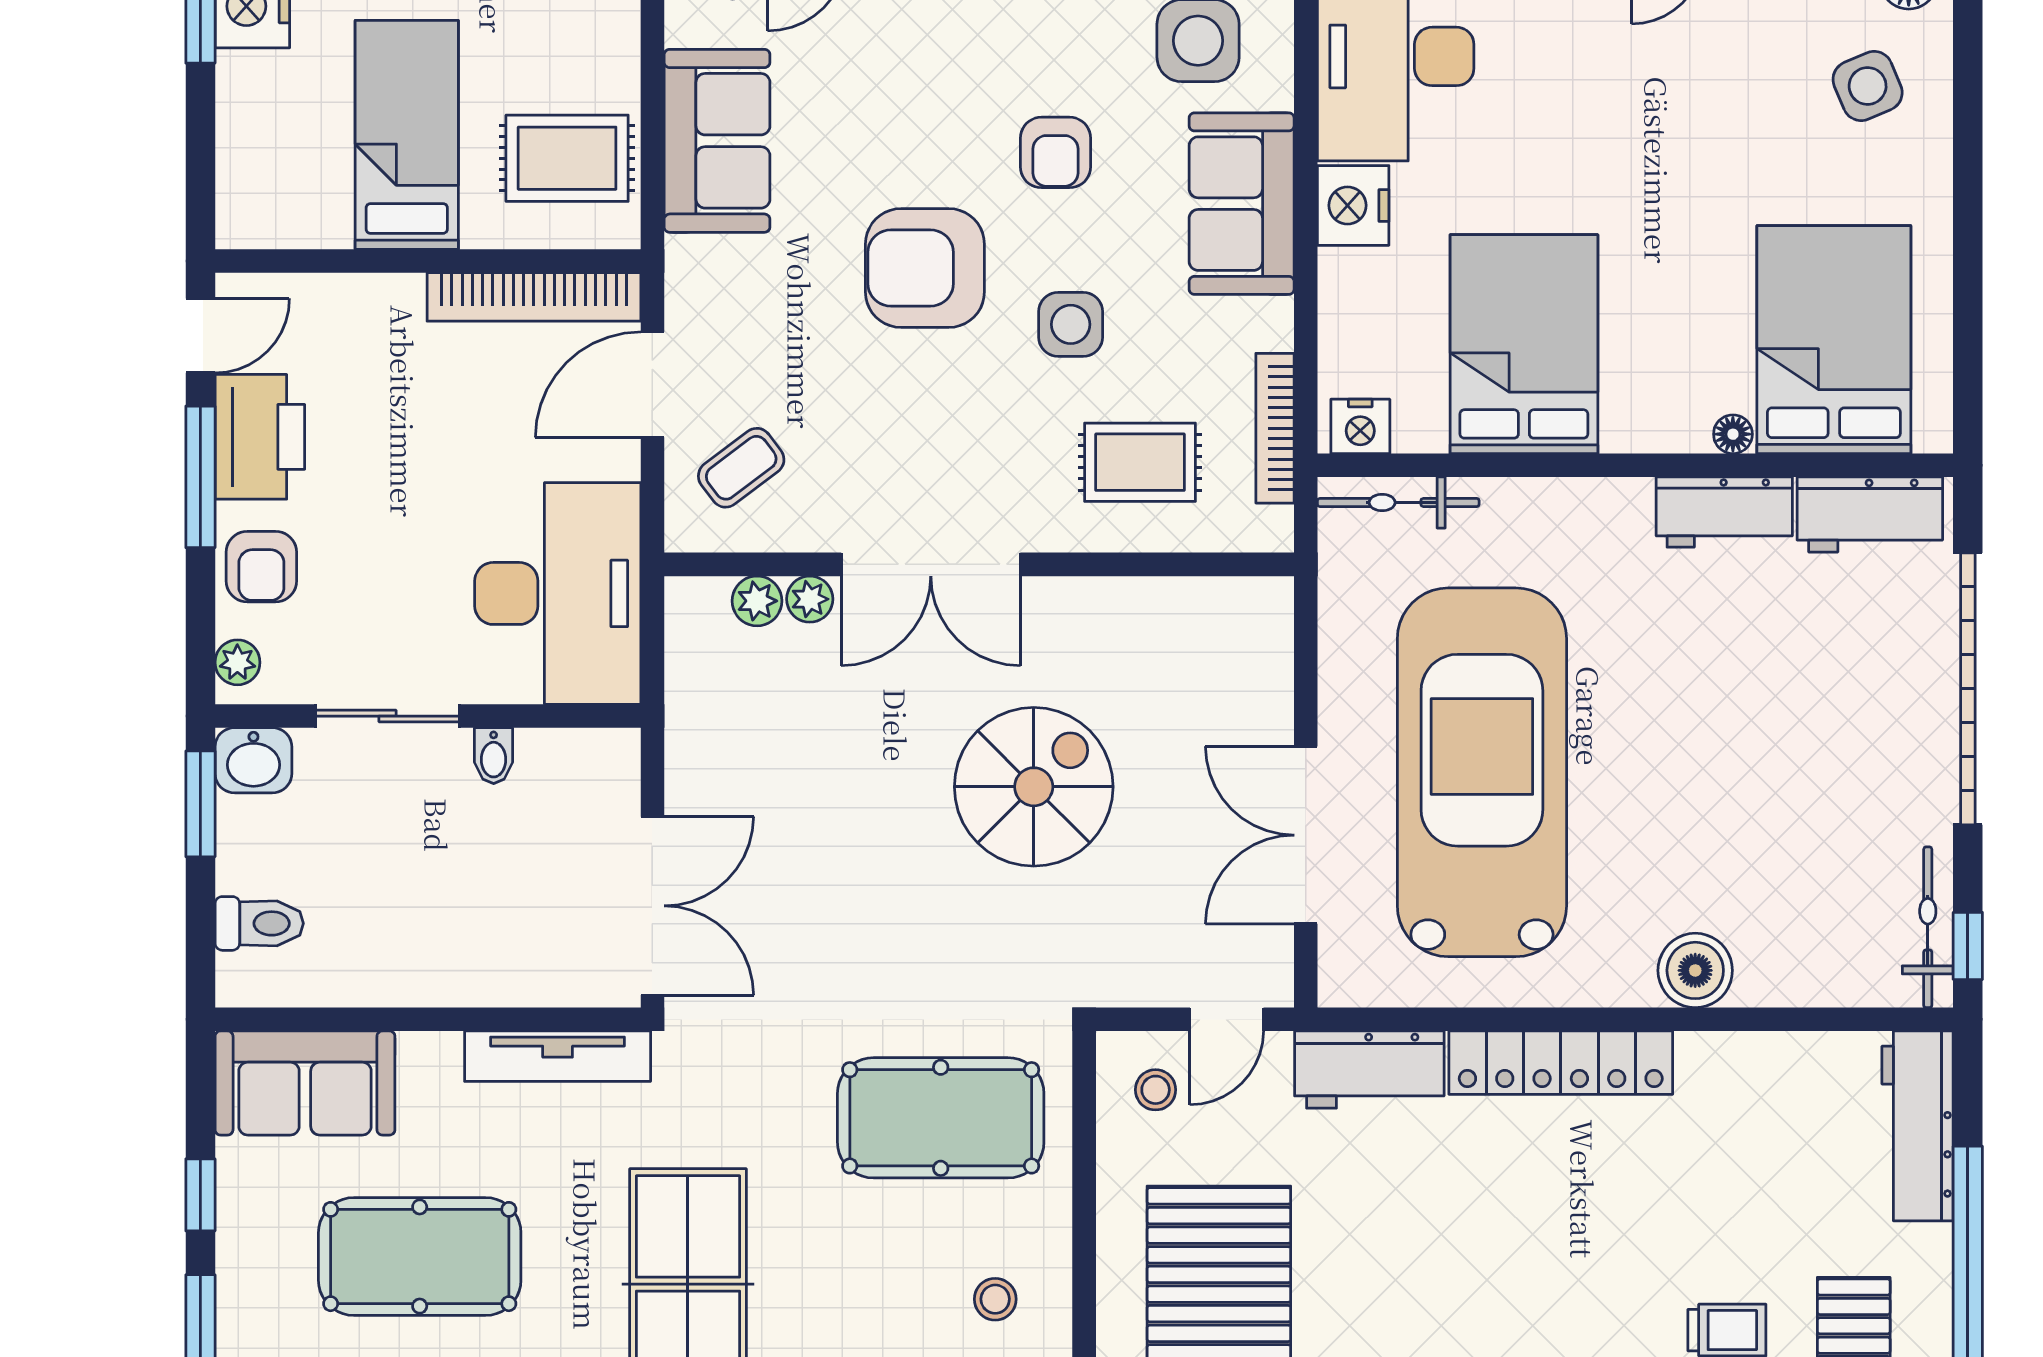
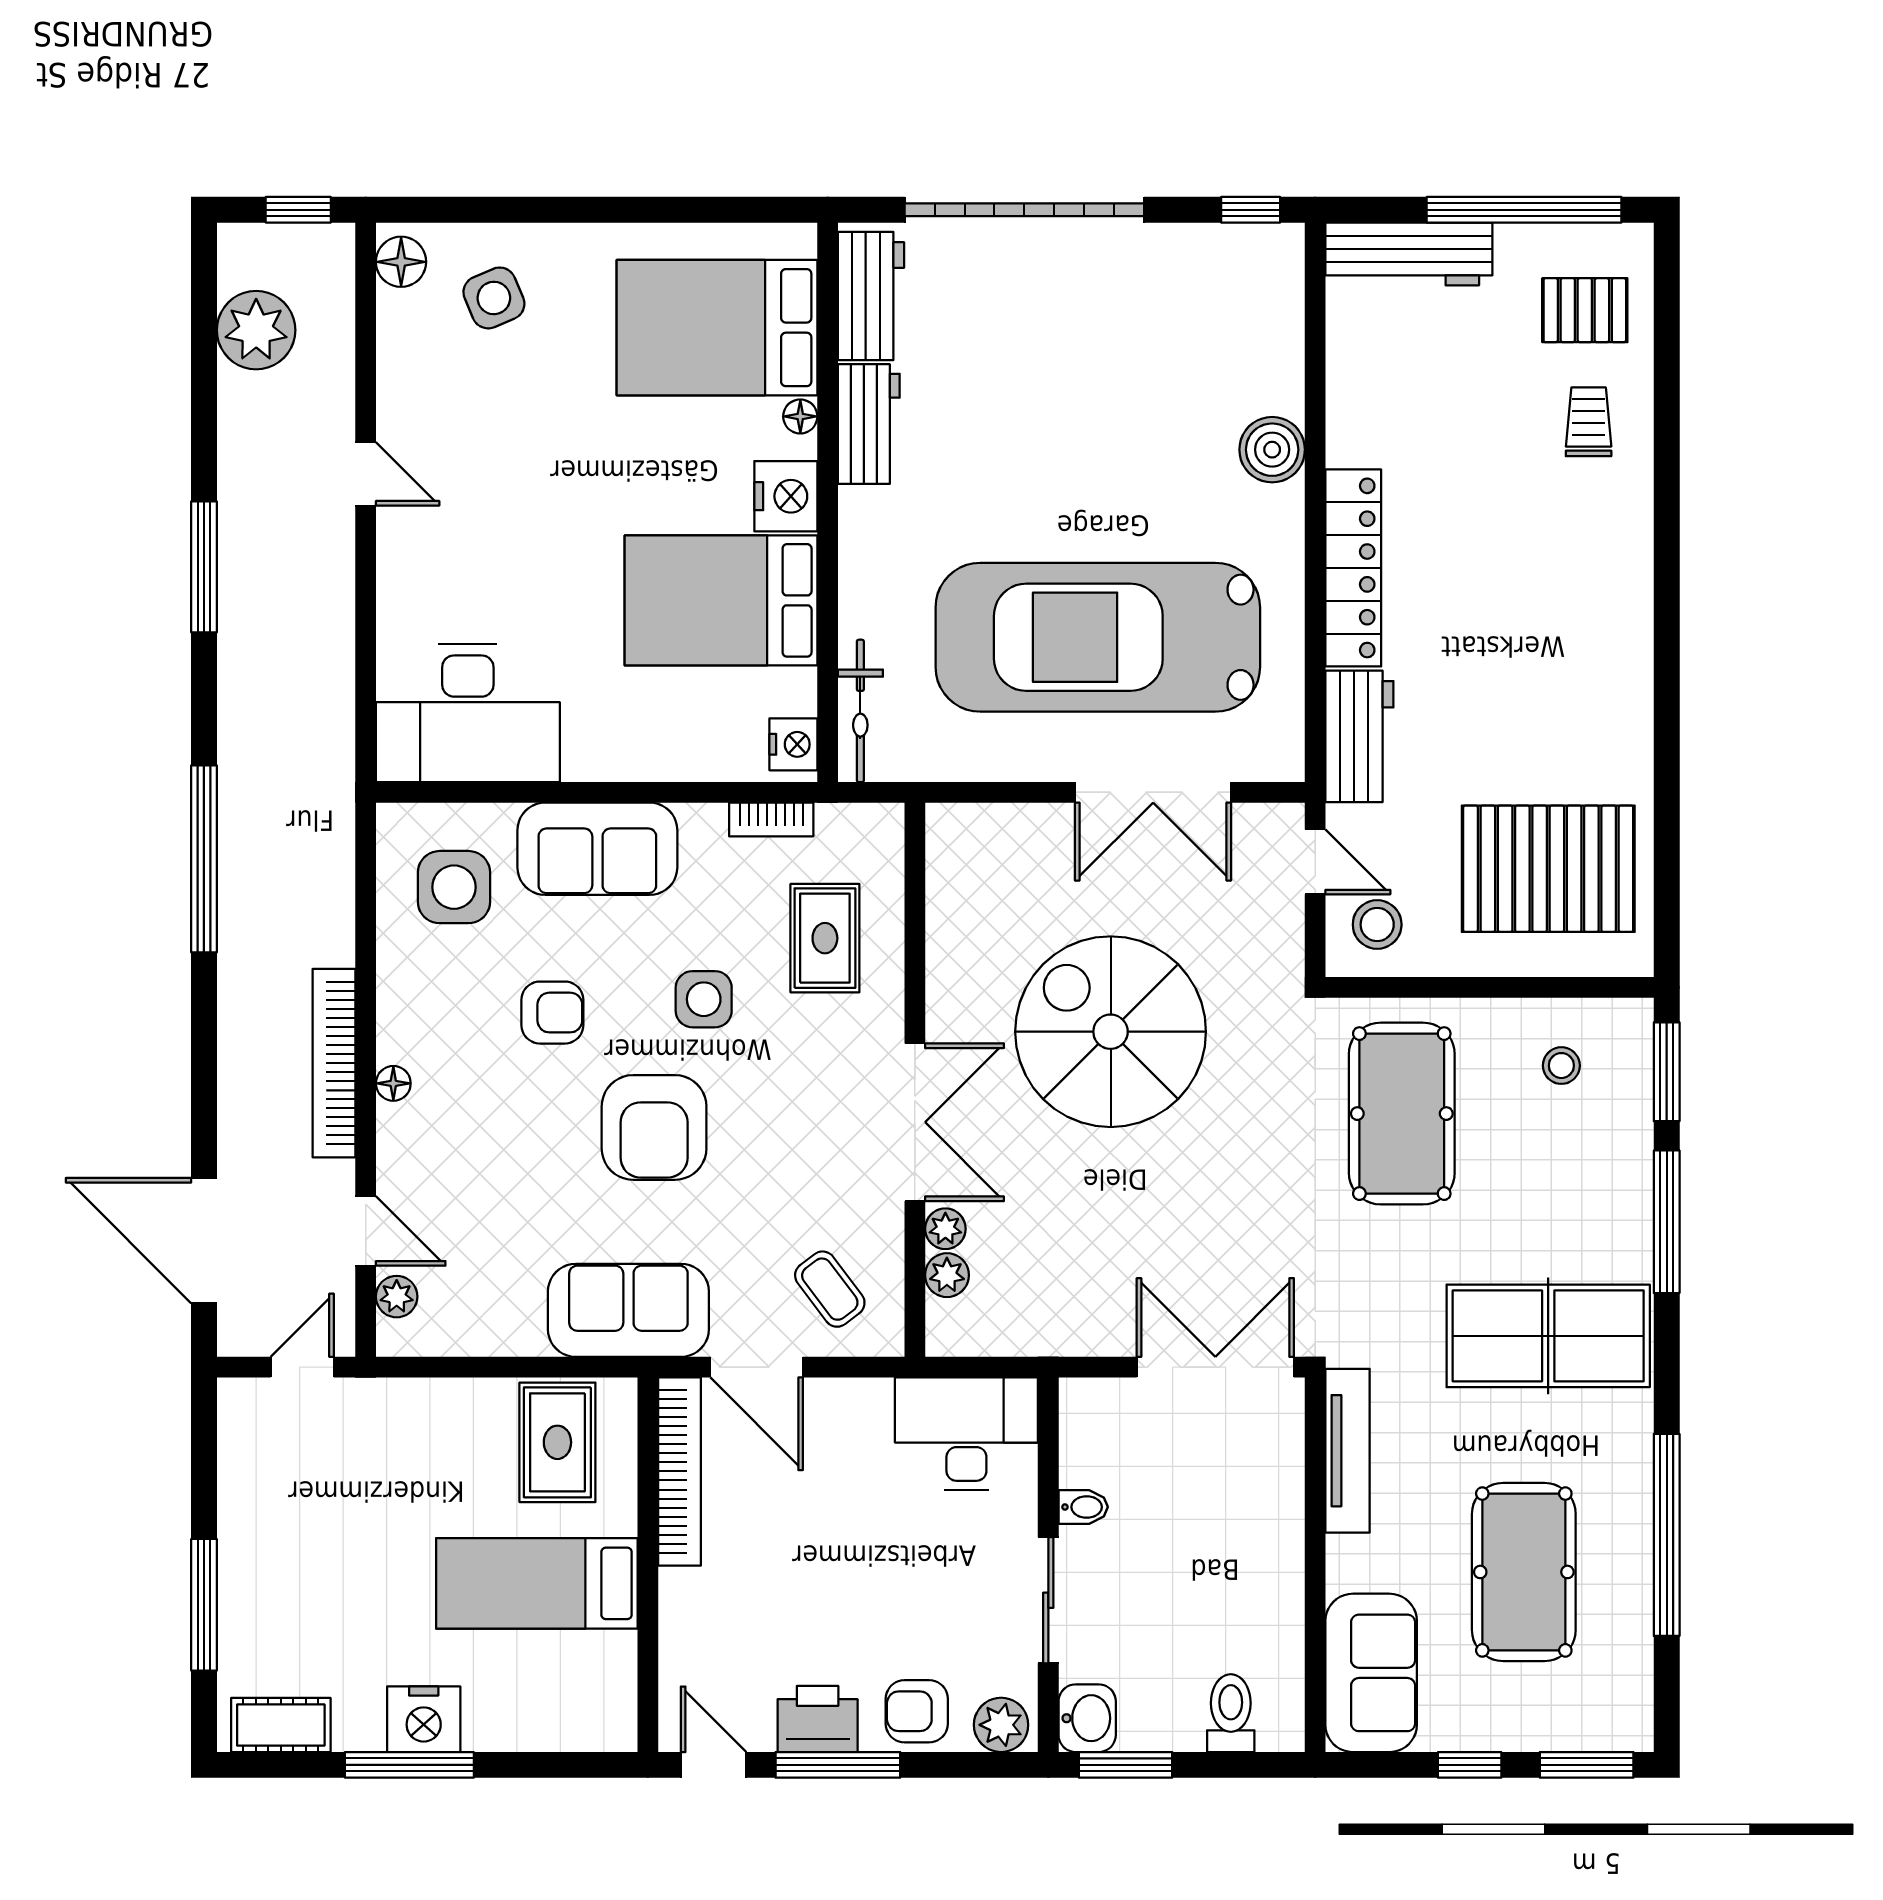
sofa: (717, 141) -> (628, 1310), moved
nightstand: (1353, 205) -> (786, 496), moved, turned -90
bookcase: (1275, 428) -> (771, 819), width x0.64
printer: (260, 437) -> (818, 1719), width x0.73, depth x0.84
armchair: (261, 567) -> (917, 1711), turned 180
desk: (558, 593) -> (966, 1434), width x0.73, depth x0.77
plant: (237, 662) -> (1001, 1725), width x1.38, depth x1.38
spiral stairs: (1034, 787) -> (1111, 1032), width x1.37, depth x1.37
bicycle: (1928, 927) -> (1234, 245), removed
stool: (1156, 1090) -> (1377, 925), width x1.37, depth x1.37

